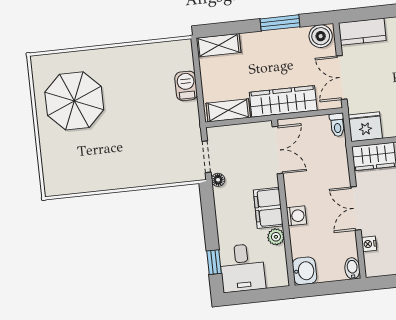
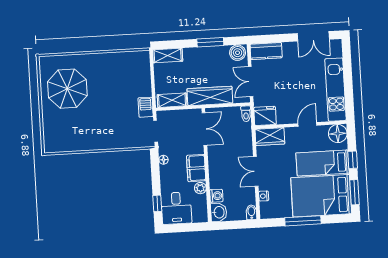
barbecue: (186, 86) -> (146, 107), moved
floor lamp: (218, 180) -> (164, 160), moved
washing machine: (296, 216) -> (216, 196), moved

